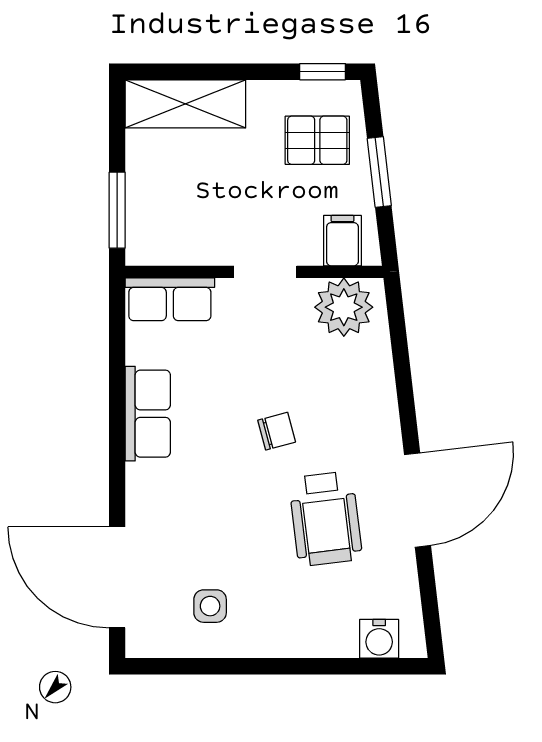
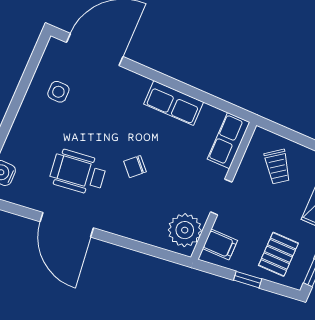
window: (379, 172) -> (248, 280), width x0.67
trolley: (177, 203) -> (277, 167), added
window: (117, 210) -> (287, 133), removed
chair: (277, 431) -> (135, 167), turned 62

